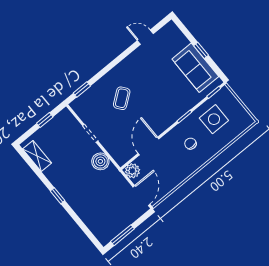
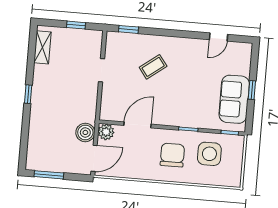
door: (145, 37) -> (218, 37), swing flipped
chair: (191, 144) -> (172, 155), width x1.87, depth x1.87
boiler: (100, 161) -> (85, 132), moved

